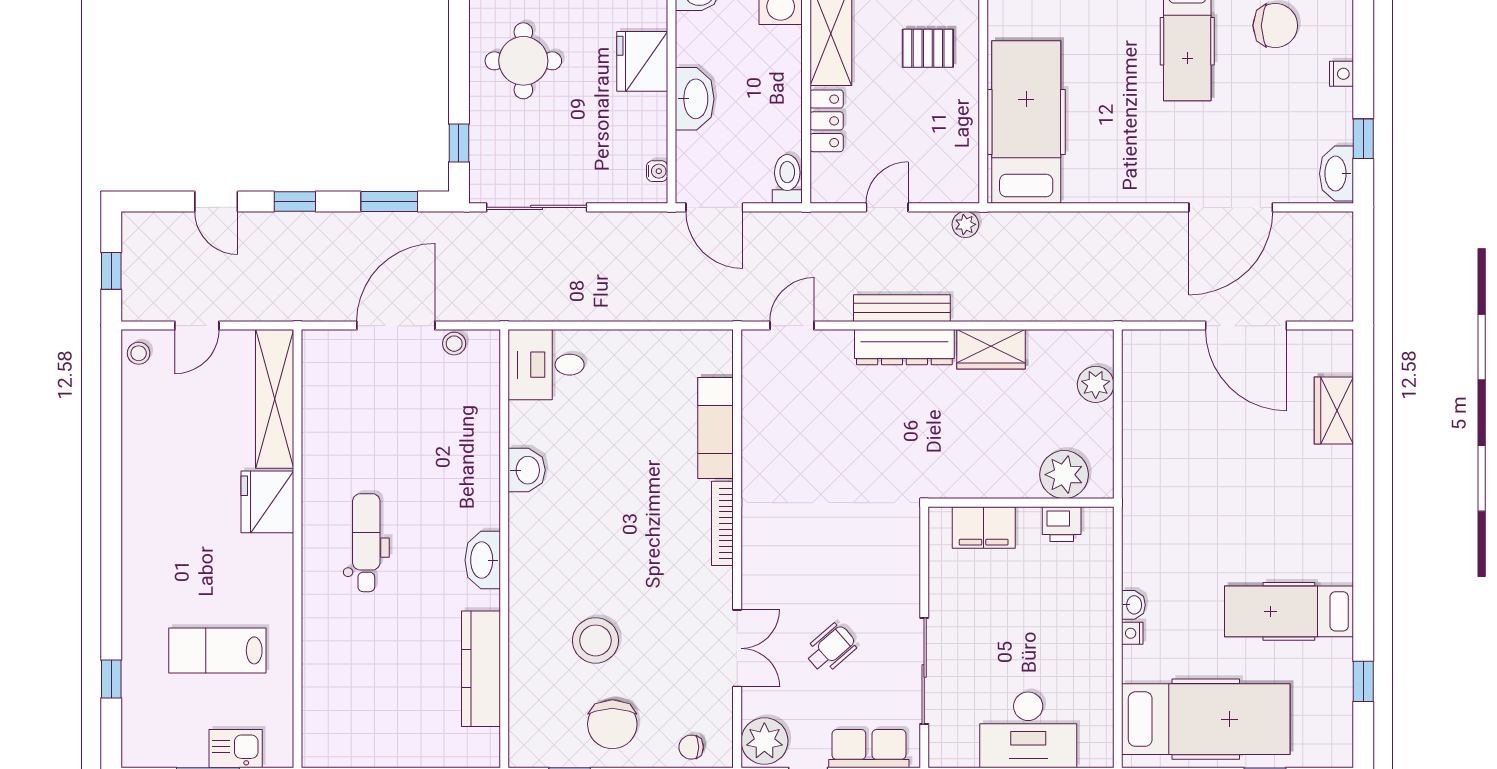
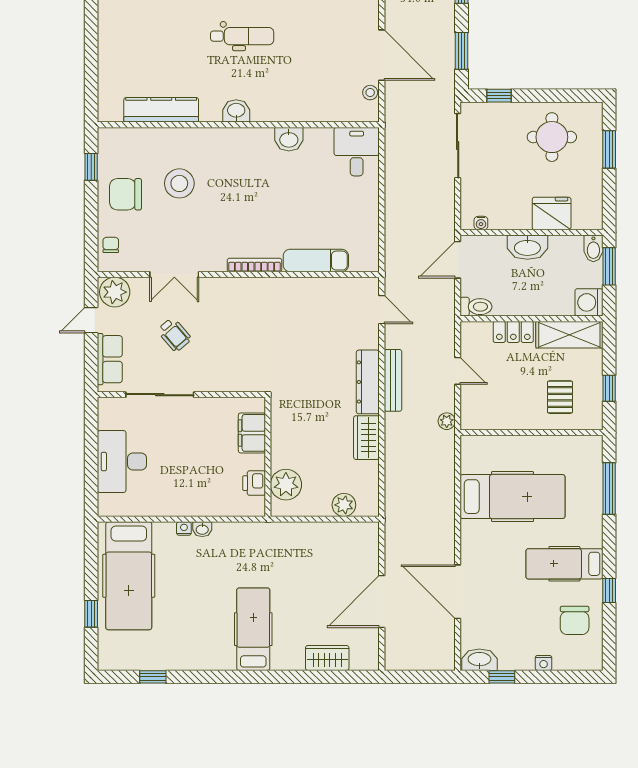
hospital bed: (1026, 122) -> (513, 497), moved
washbasin: (483, 560) -> (236, 111), width x0.72
hospital bed: (1289, 611) -> (253, 629), moved

